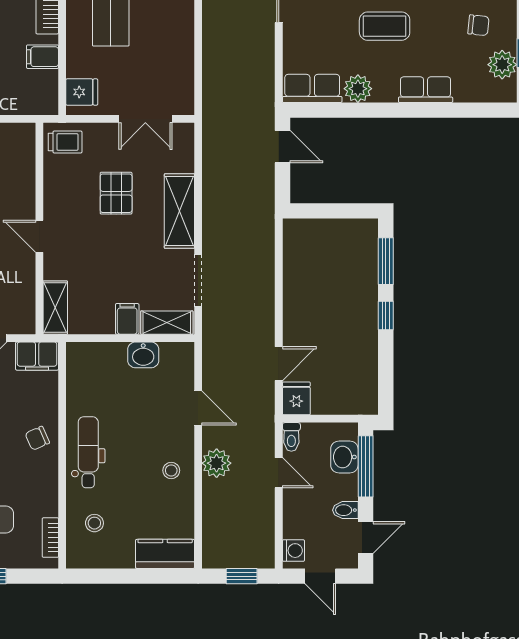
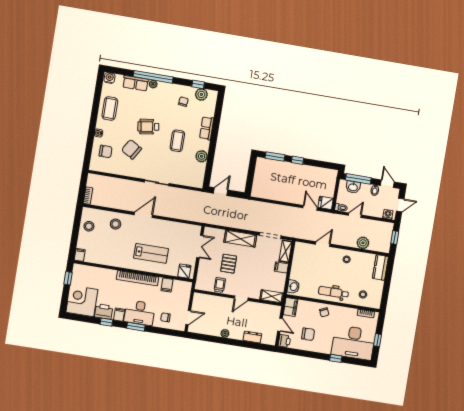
row of seats: (312, 88) -> (198, 175), removed
trolley: (65, 142) -> (220, 285), moved
pallet: (116, 193) -> (229, 264), turned 90
washbasin: (143, 355) -> (293, 287), moved
plant: (217, 463) -> (363, 243), moved

